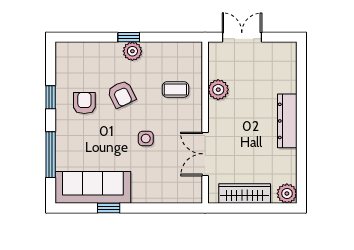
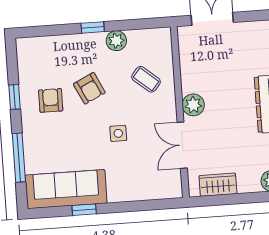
plant: (132, 51) -> (116, 41), moved
coffee table: (175, 89) -> (146, 79), turned 40
plant: (218, 90) -> (193, 105), moved
wardrobe: (245, 194) -> (218, 185), width x0.67

